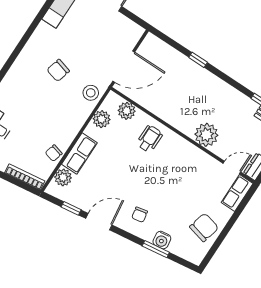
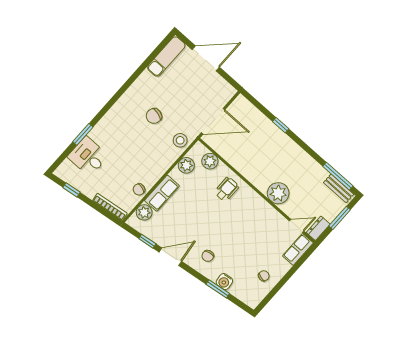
chair: (204, 227) -> (264, 276), width x0.54, depth x0.54

